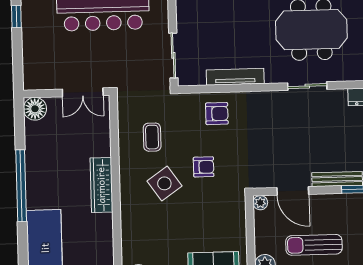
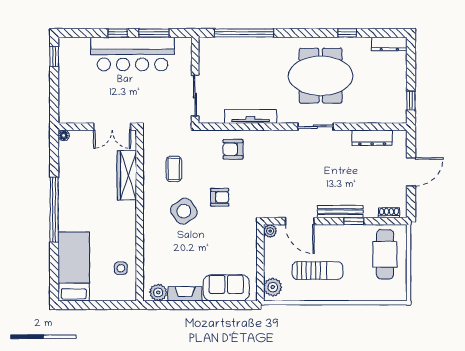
floor lamp: (35, 109) -> (64, 135), width x0.53, depth x0.53
armchair: (217, 114) -> (233, 149), turned 180
wardrobe: (101, 185) -> (127, 175), moved
sun lounger: (314, 245) -> (318, 271), turned 180
side table: (97, 248) -> (121, 268), added

